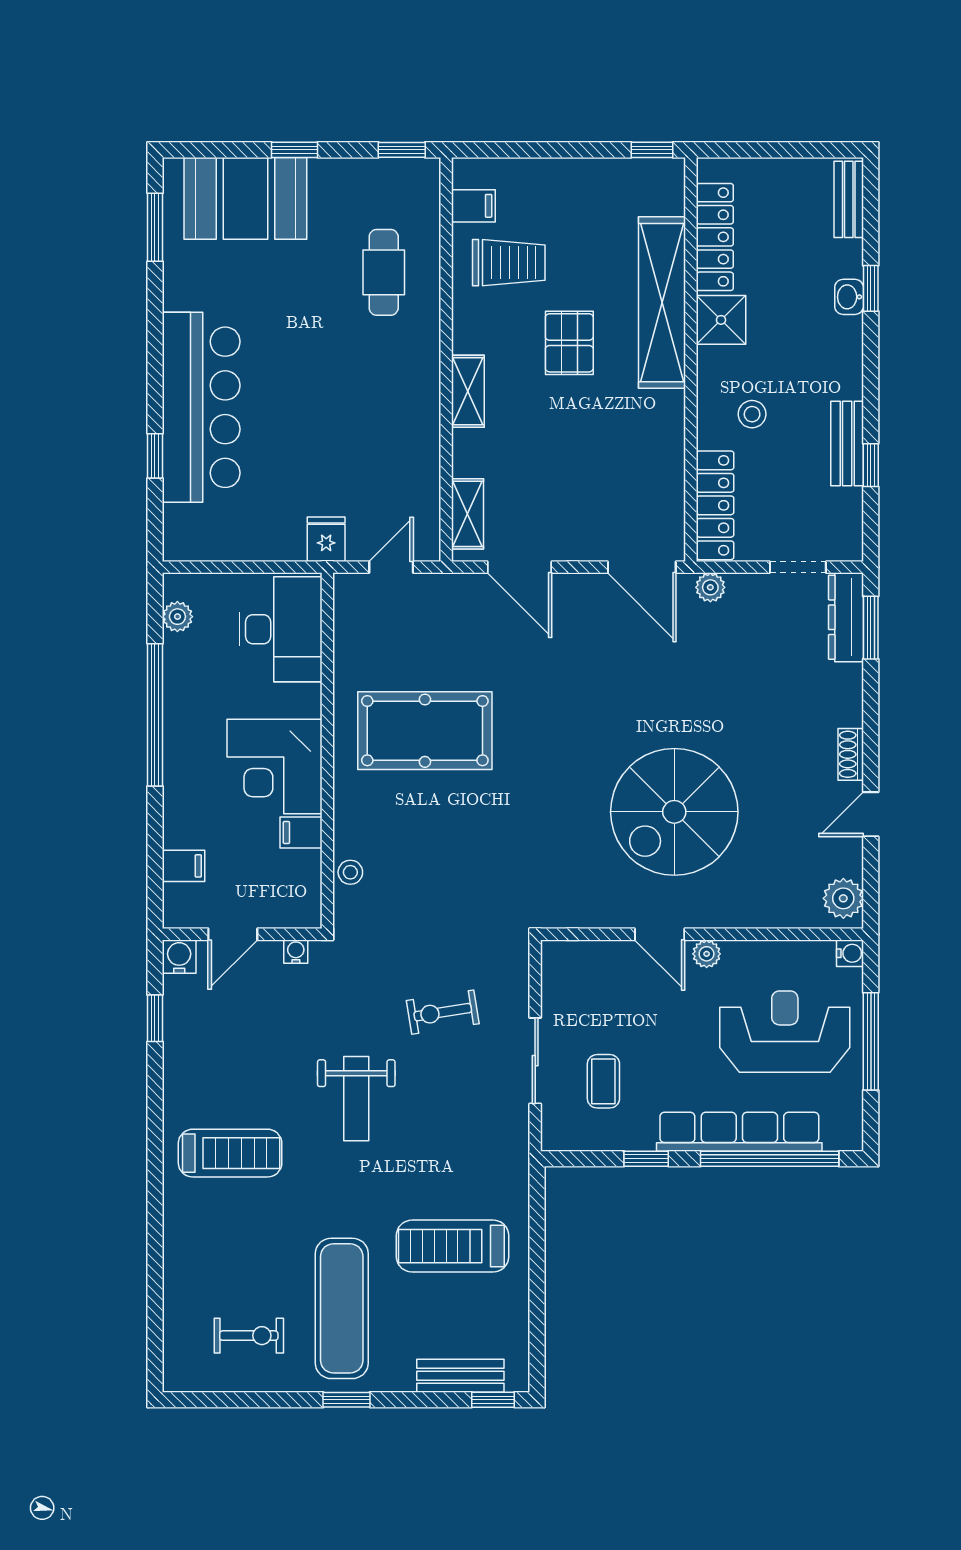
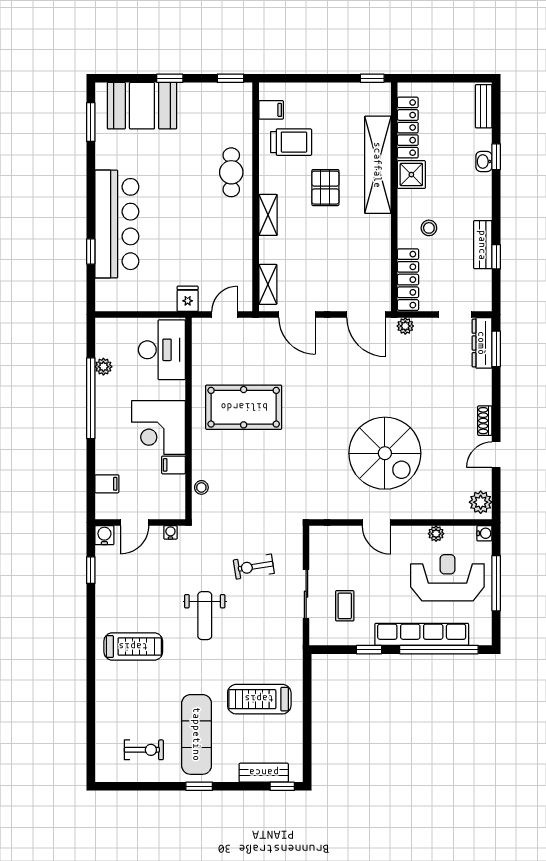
cafe table: (384, 272) -> (231, 172), moved
plant: (177, 617) -> (103, 367), moved
spiral stairs: (674, 812) -> (385, 453), turned -90
plant: (707, 954) -> (436, 534), moved

